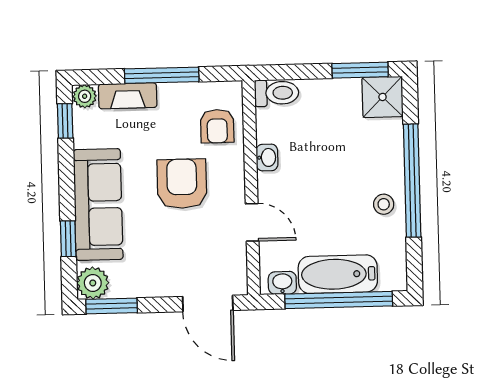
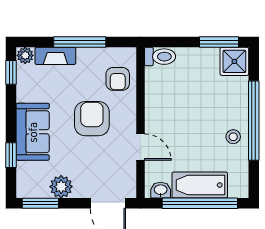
washbasin: (267, 157) -> (152, 102), removed
sofa: (98, 205) -> (33, 132), width x0.73
plant: (93, 283) -> (61, 187), moved

